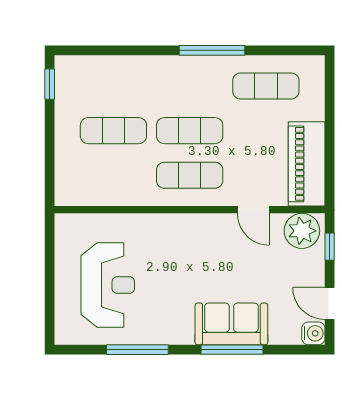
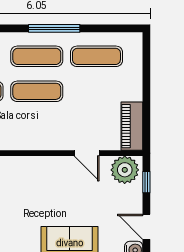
piano: (307, 164) -> (132, 126), width x0.73, depth x0.75
exercise mat: (190, 175) -> (37, 56), moved

